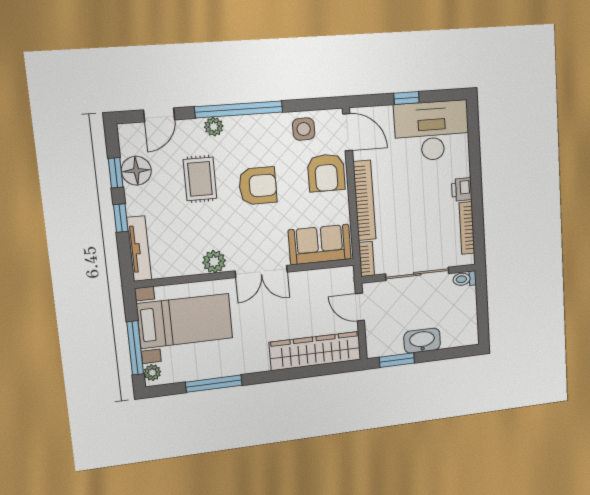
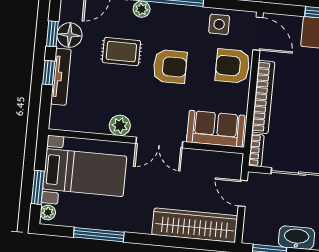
armchair: (326, 173) -> (233, 66), turned 90
rug: (200, 179) -> (121, 52), turned 90
tv unit: (139, 249) -> (61, 77), moved
window: (135, 348) -> (38, 187), width x0.69

